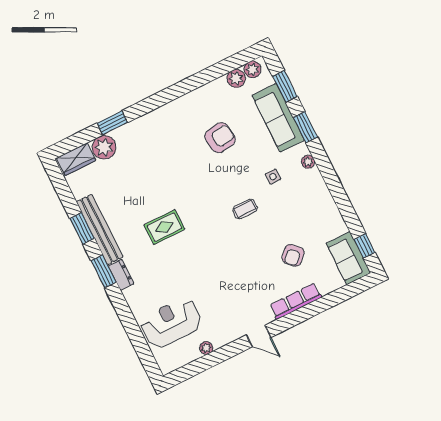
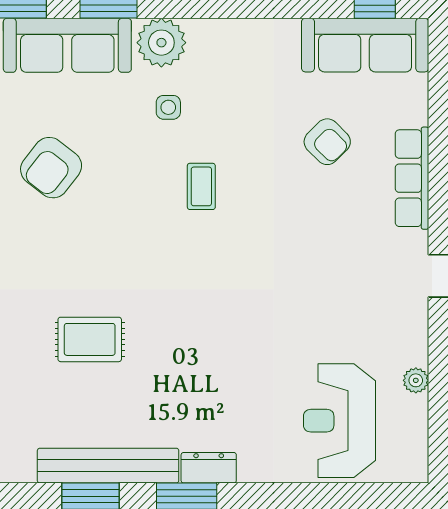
armchair: (220, 138) -> (51, 168), turned -134
plant: (308, 162) -> (161, 43), width x1.87, depth x1.87
rug: (164, 227) -> (90, 339), moved, turned 90
sofa: (348, 258) -> (365, 45), width x1.36

